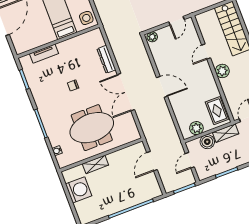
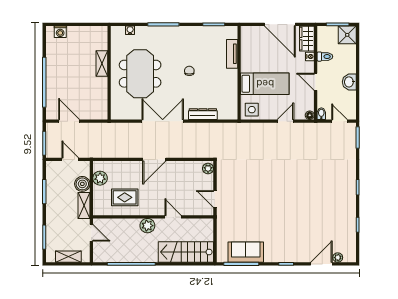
rug: (217, 111) -> (125, 197), moved
door: (152, 161) -> (69, 121), moved
washing machine: (79, 190) -> (60, 32), moved, width x0.53, depth x0.53

